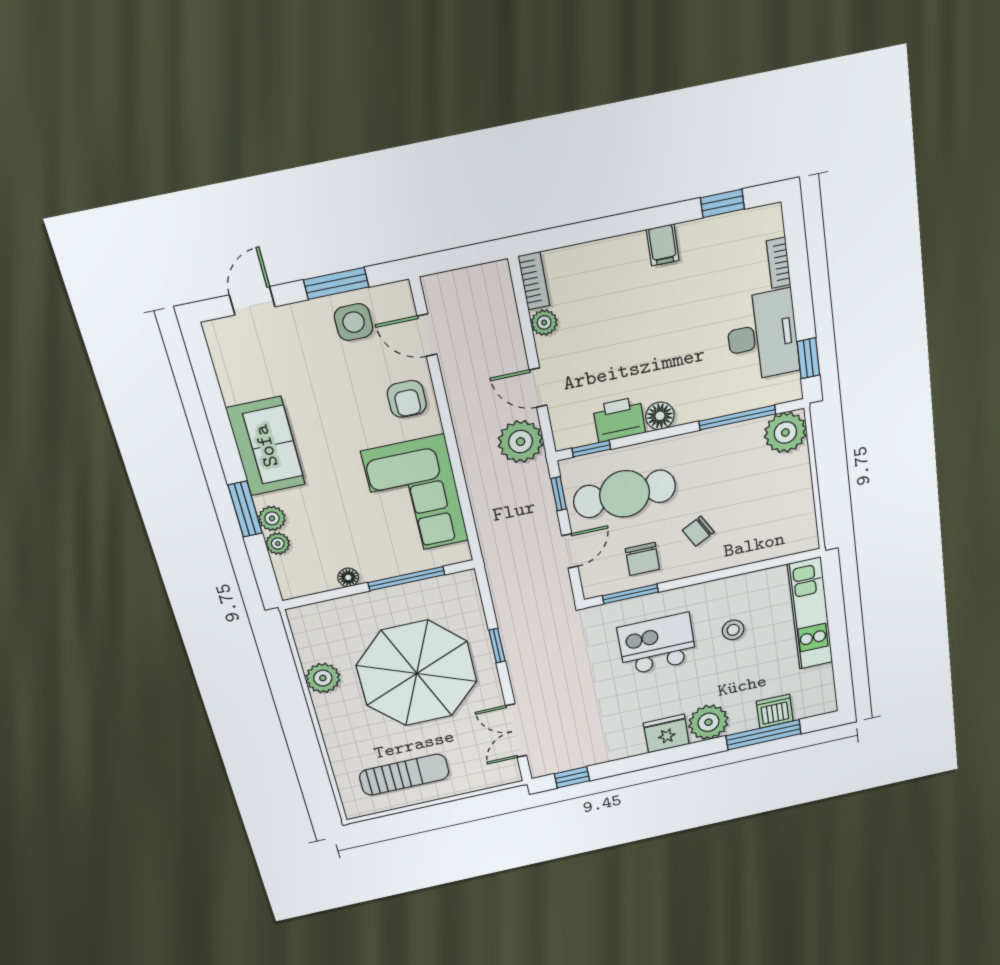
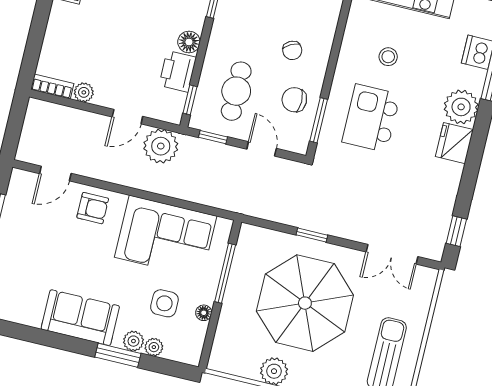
side table: (354, 322) -> (164, 303), moved
cafe table: (625, 494) -> (236, 91), width x0.73, depth x0.74
chair: (642, 559) -> (294, 100), turned 180

